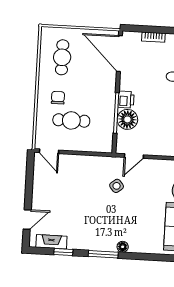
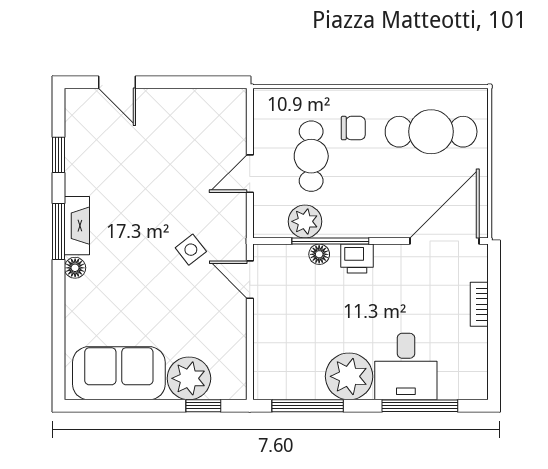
cafe table: (62, 57) -> (431, 132), width x1.37, depth x1.35
floor lamp: (127, 119) -> (319, 254), width x0.53, depth x0.53
plant: (105, 126) -> (305, 221), added
door: (49, 151) -> (250, 174), moved
fireplace: (51, 242) -> (77, 226), moved

